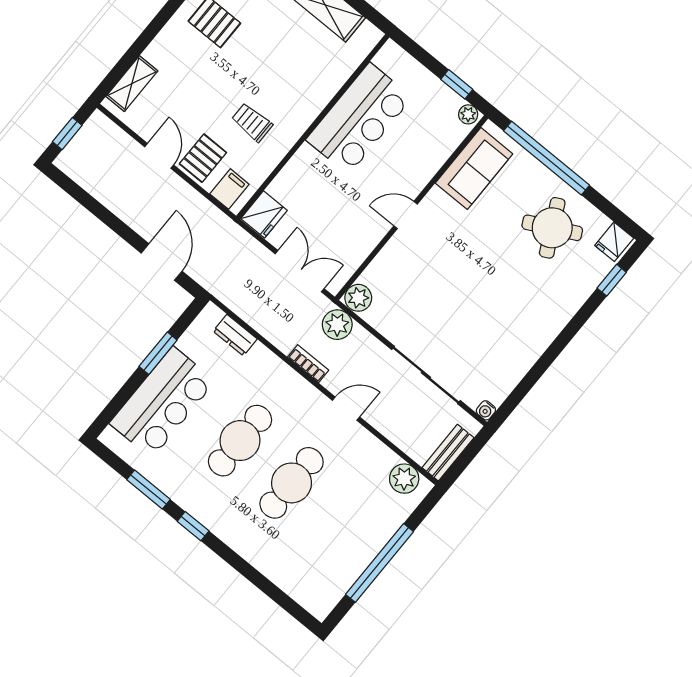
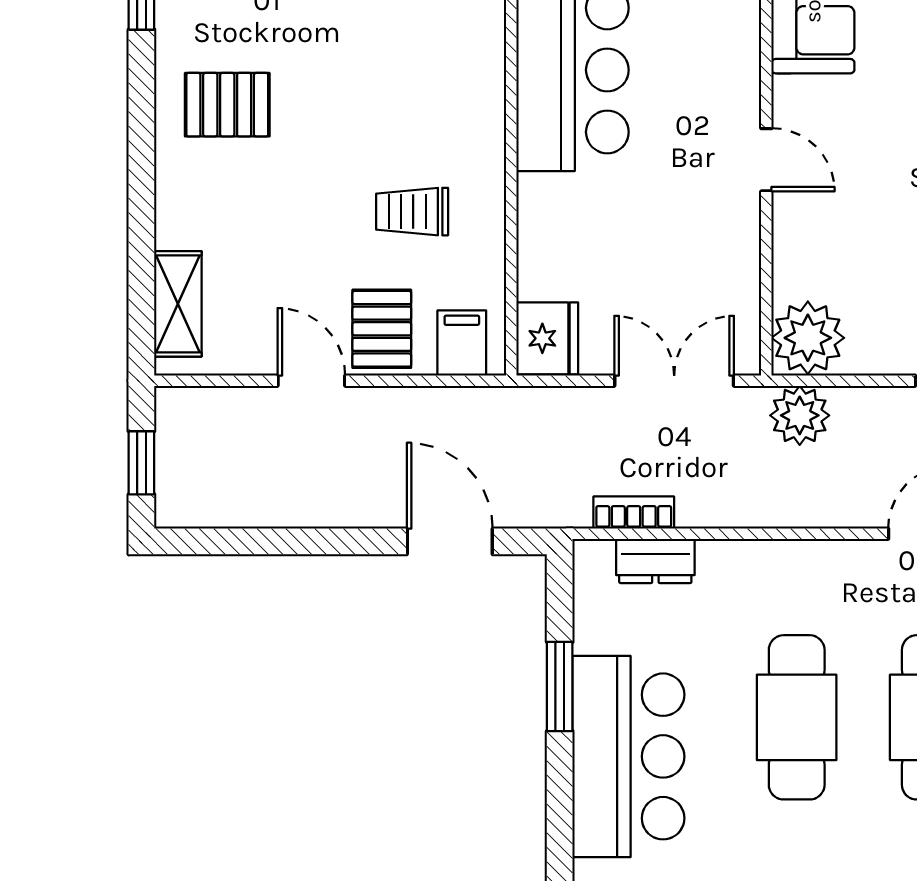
door: (406, 215) -> (766, 160), swing flipped
plant: (358, 298) -> (808, 338), width x1.36, depth x1.36
bookcase: (308, 364) -> (634, 513), moved

